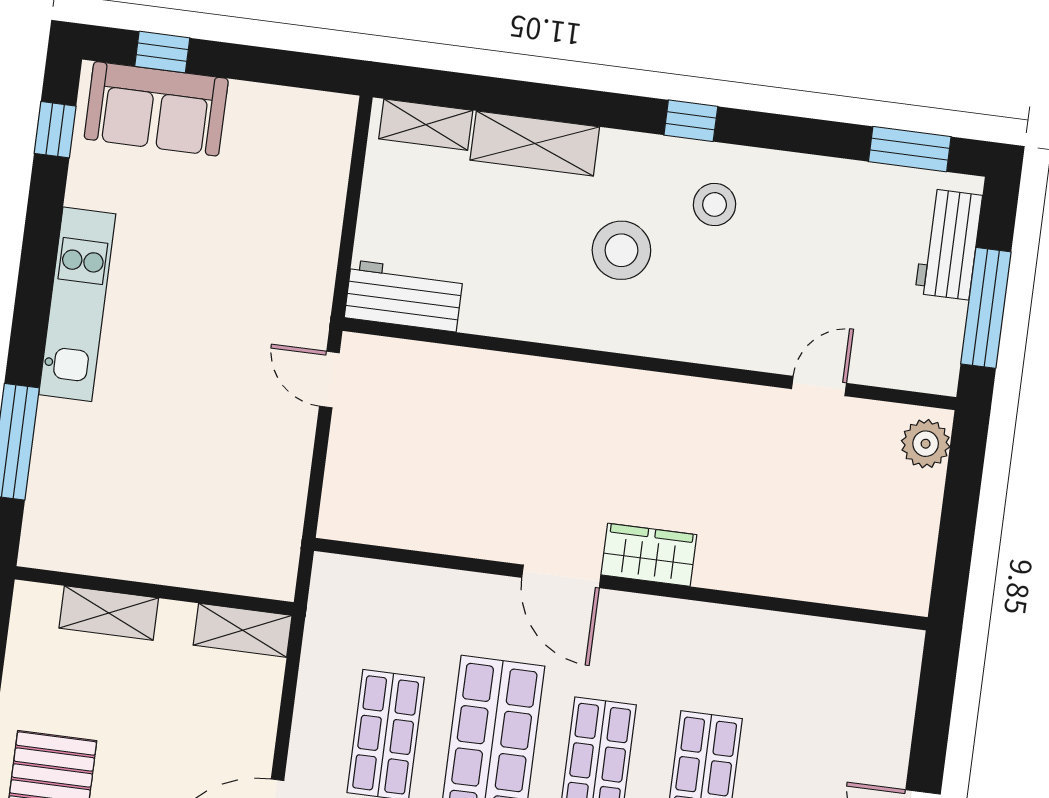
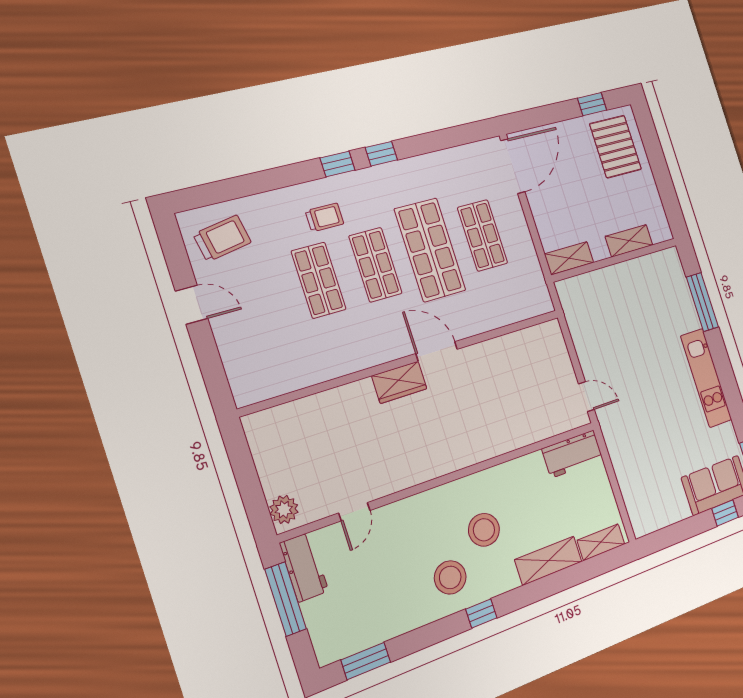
stool: (715, 204) -> (450, 577), width x1.38, depth x1.38
workbench: (949, 244) -> (304, 567), moved

